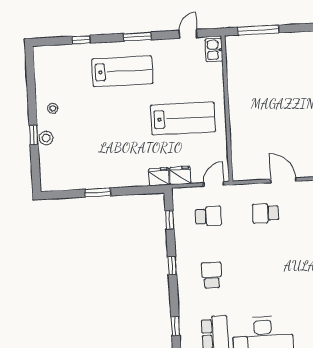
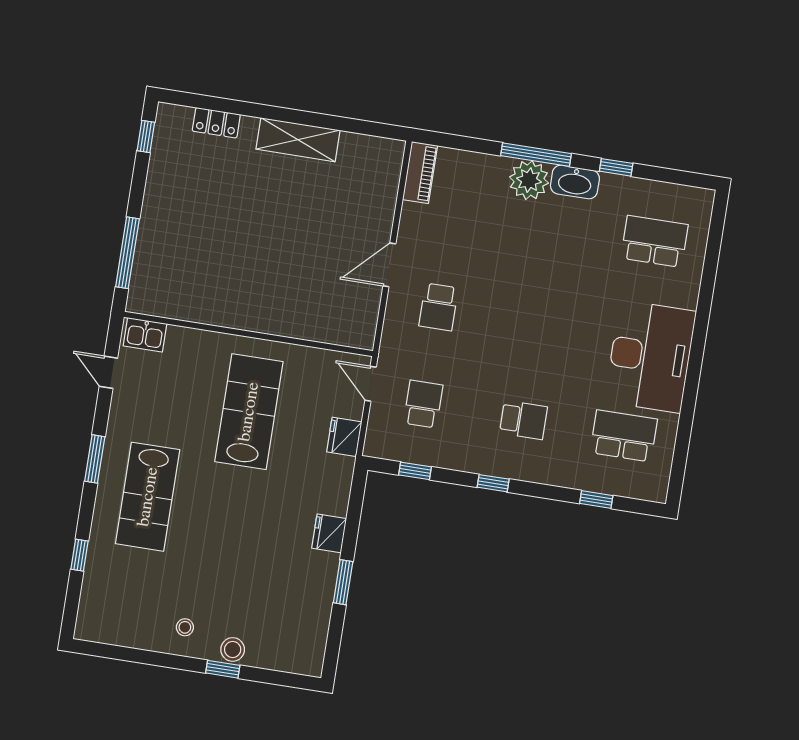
lab bench: (122, 71) -> (148, 497), turned 180
fridge: (159, 177) -> (329, 533), moved
school desk: (212, 275) -> (523, 420), turned 180

